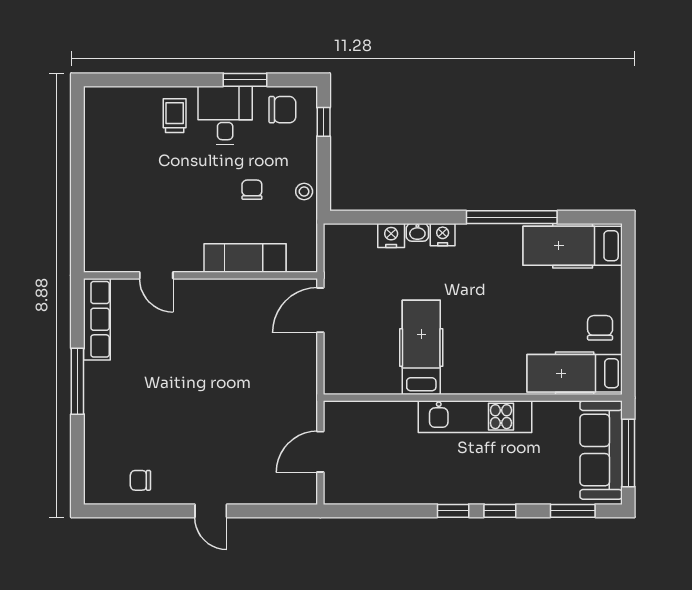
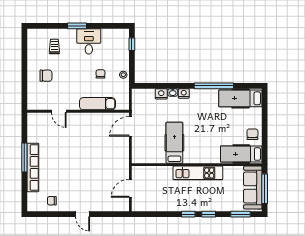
window: (245, 80) -> (77, 26), moved
chair: (282, 110) -> (46, 76), moved
trolley: (175, 116) -> (54, 46), moved
row of seats: (97, 319) -> (33, 167), moved, width x1.36

